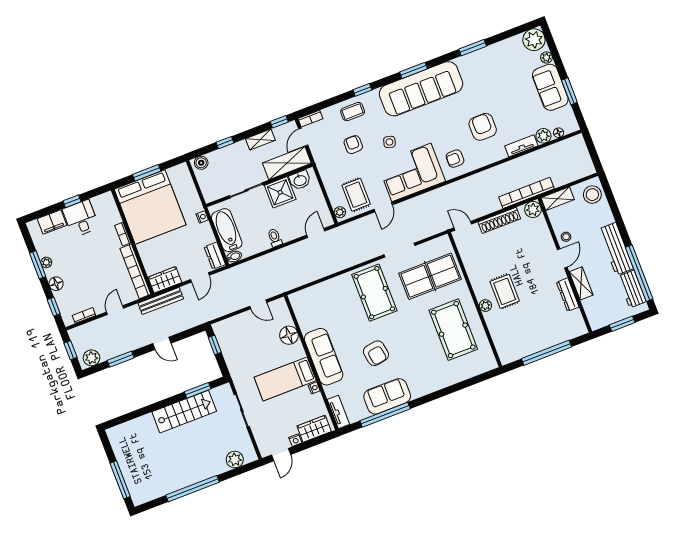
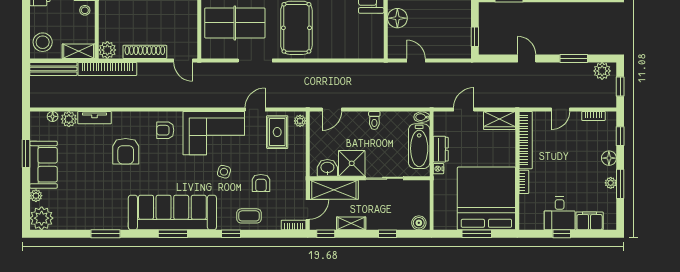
armchair: (455, 159) -> (165, 130), turned 180
dresser: (215, 256) -> (441, 149), moved
bench: (161, 301) -> (53, 69), moved

